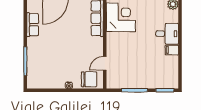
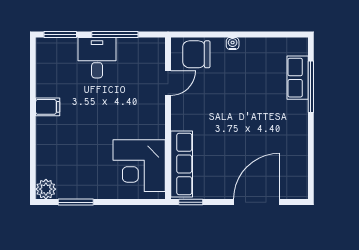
row of seats: (33, 25) -> (298, 78), moved
desk: (167, 34) -> (97, 58), moved, turned 90

